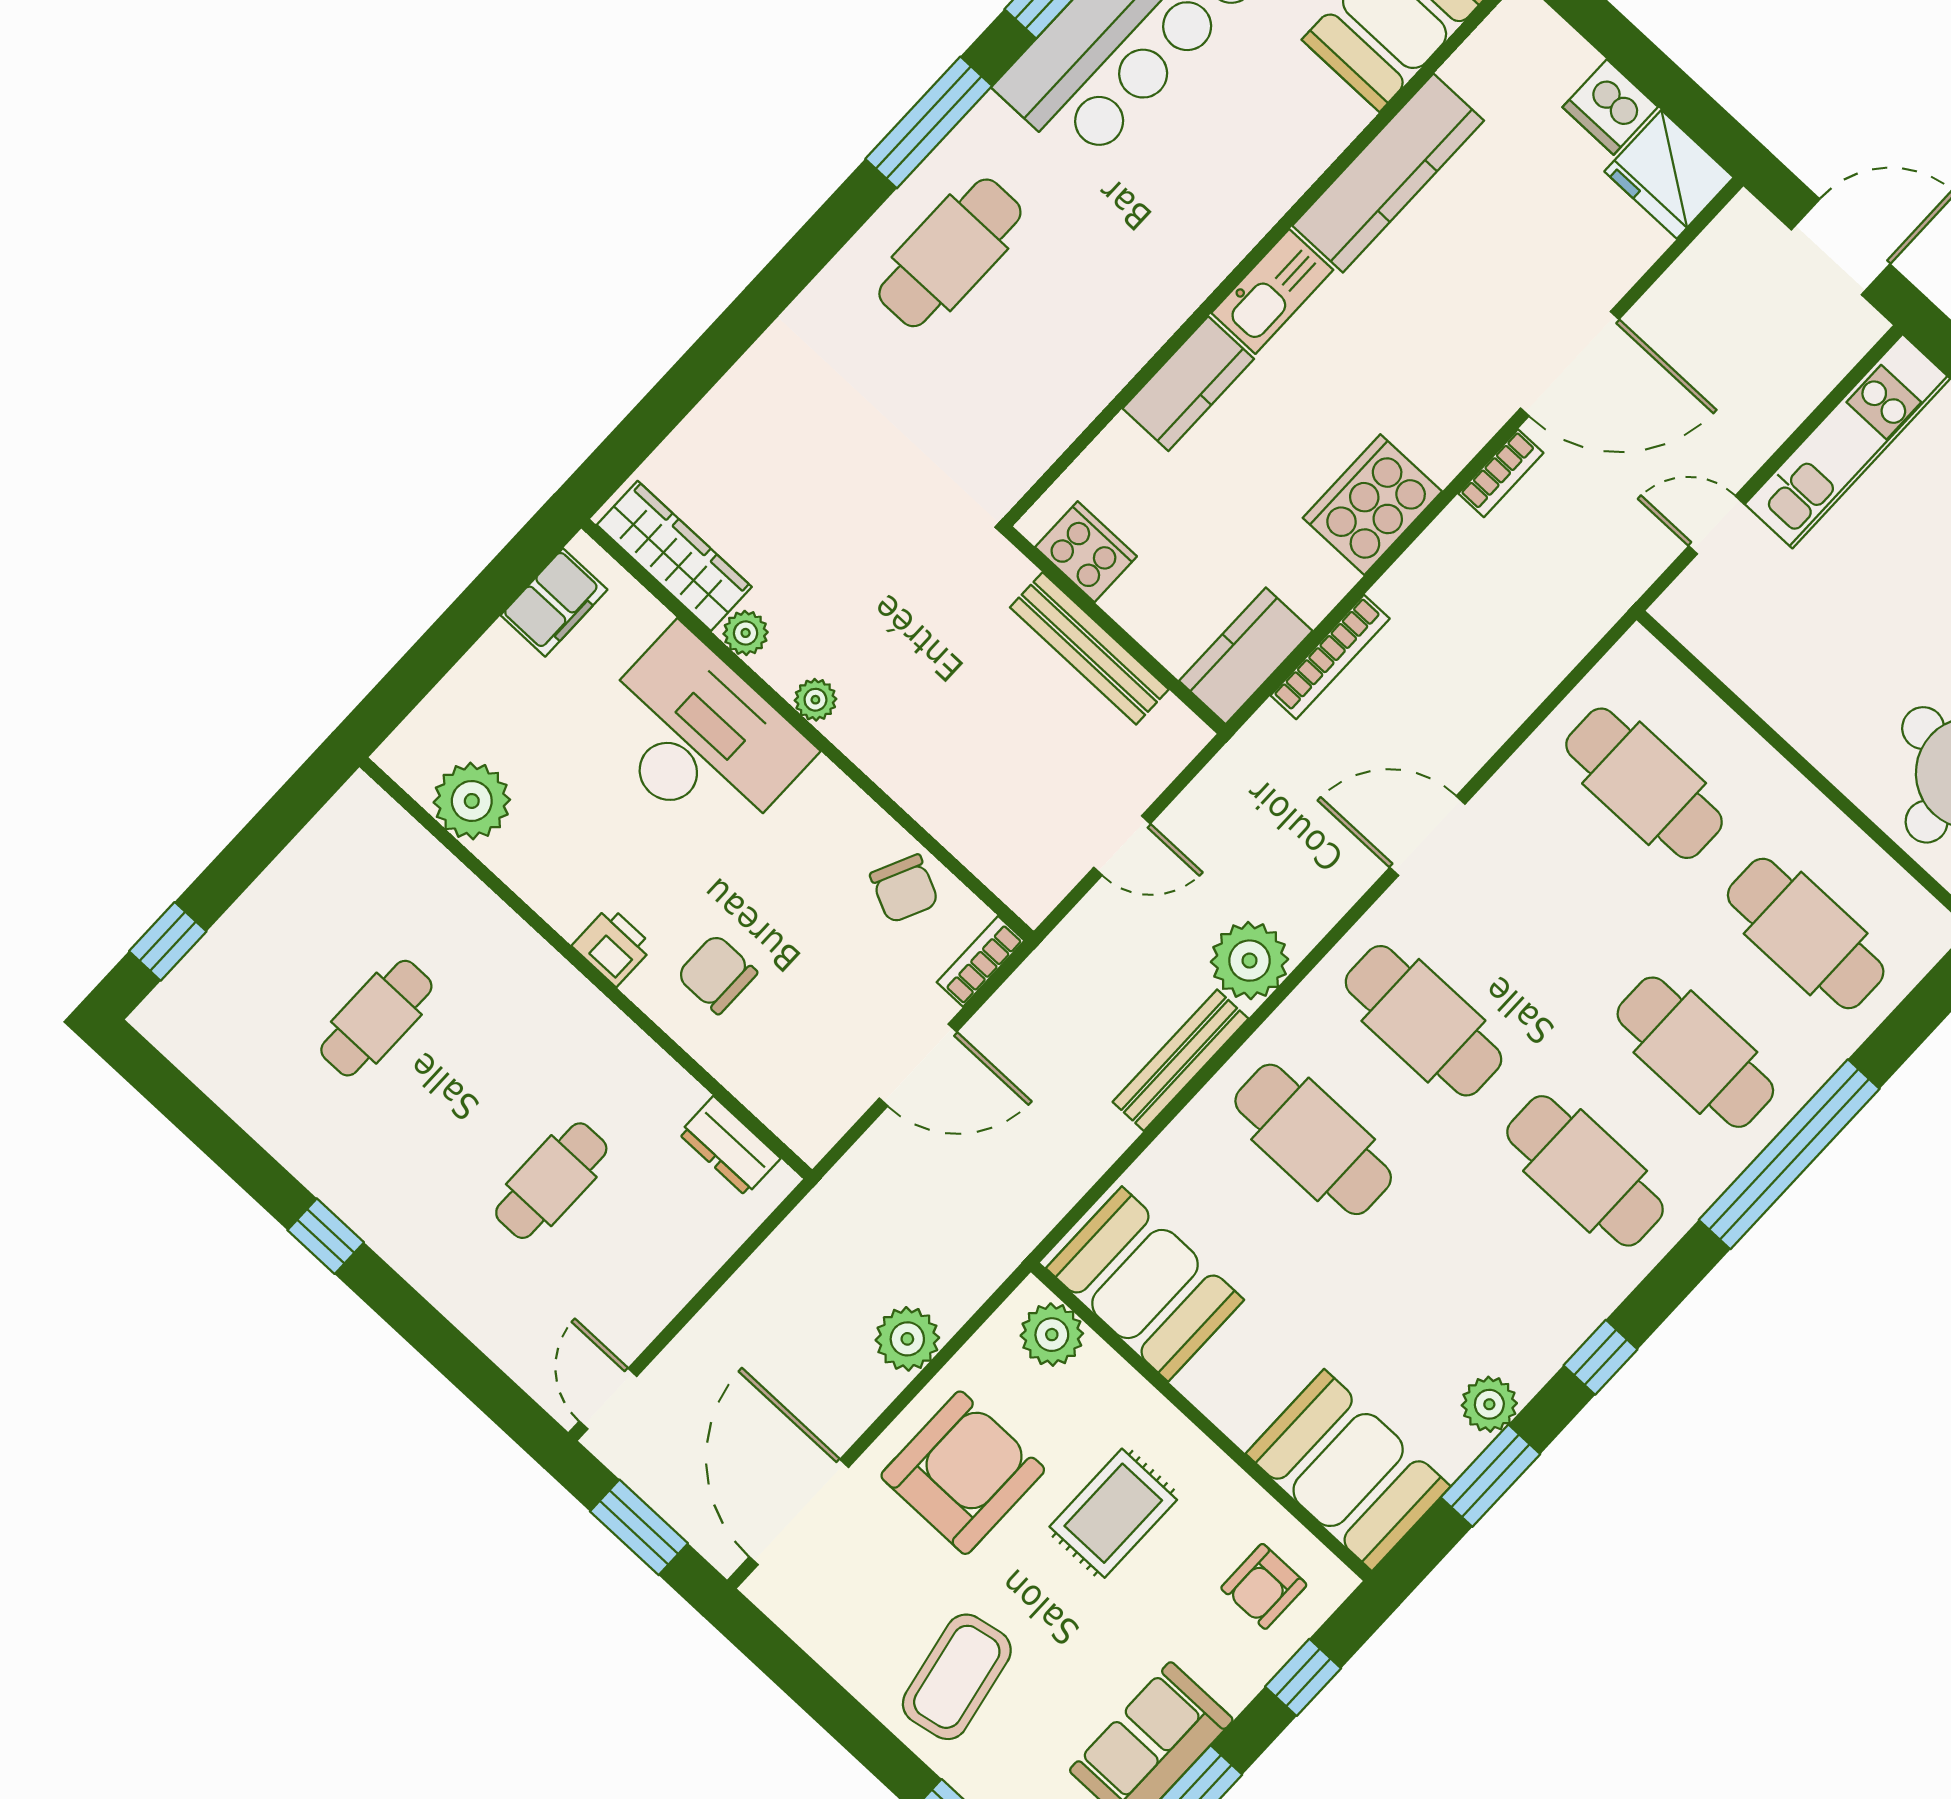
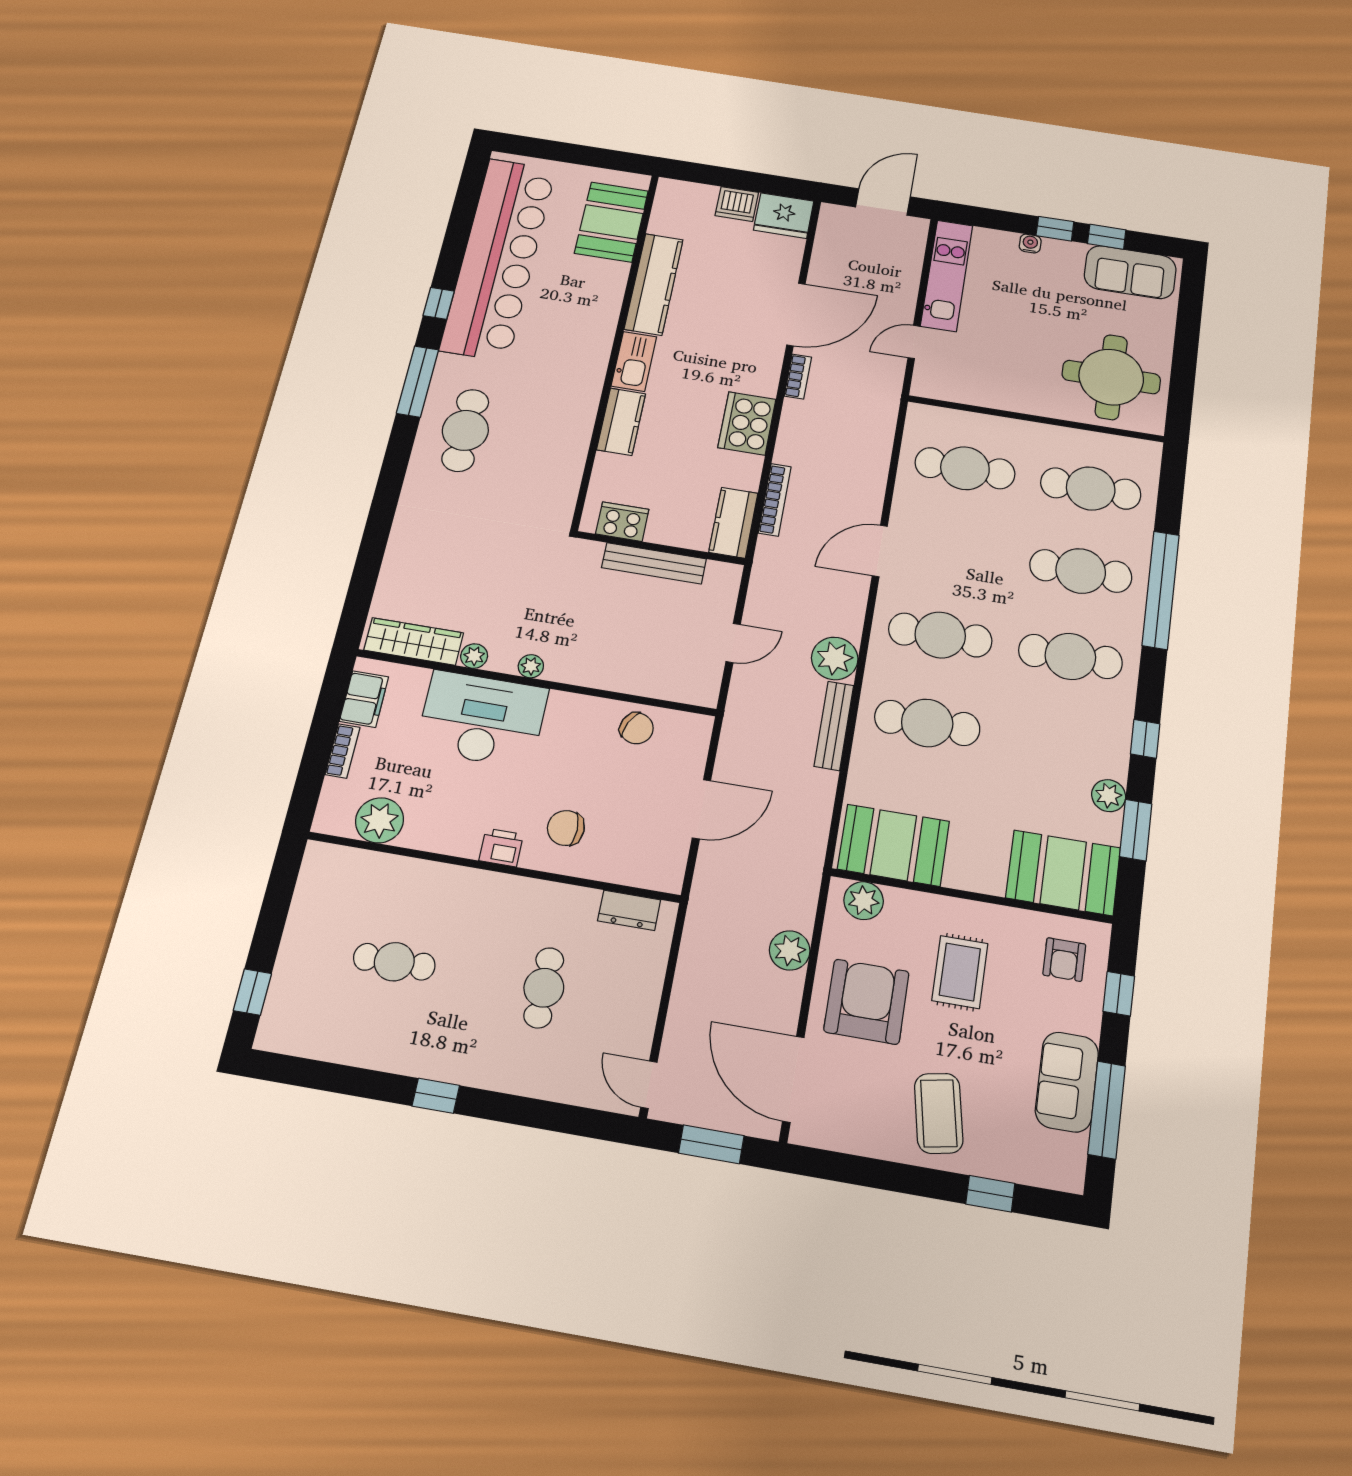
bookcase: (981, 961) -> (342, 751), moved, turned 180
cafe table: (376, 1018) -> (394, 962), turned 90

